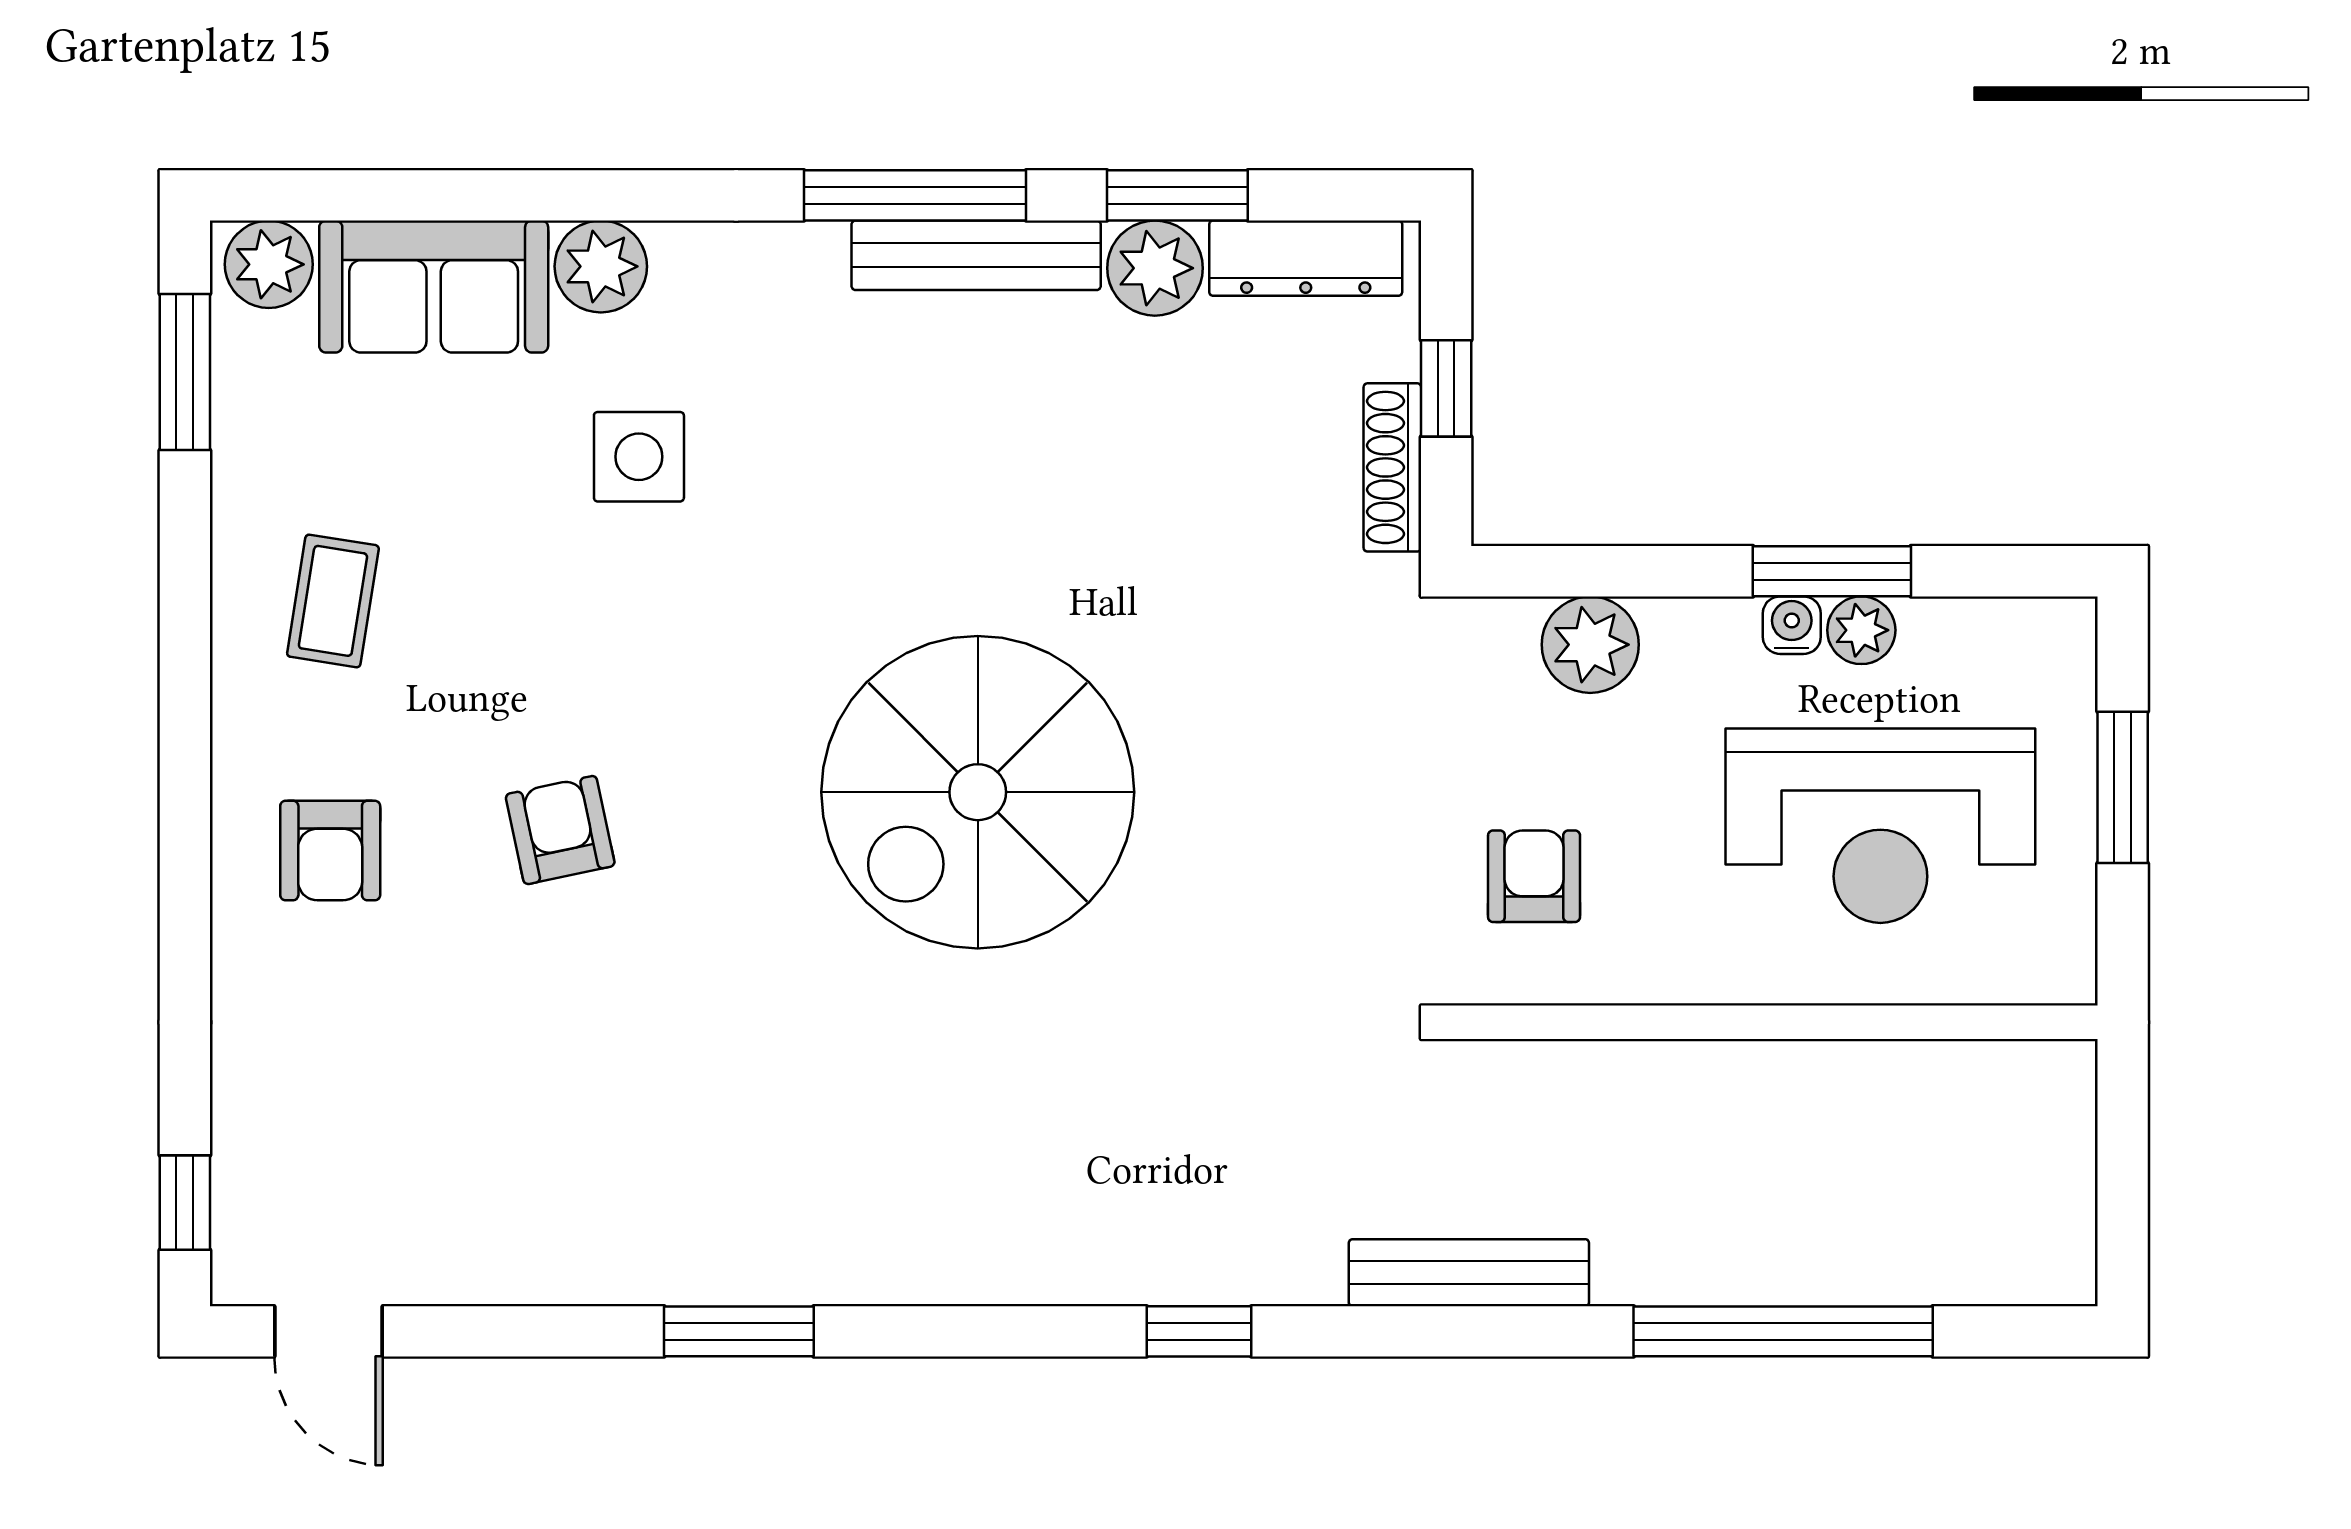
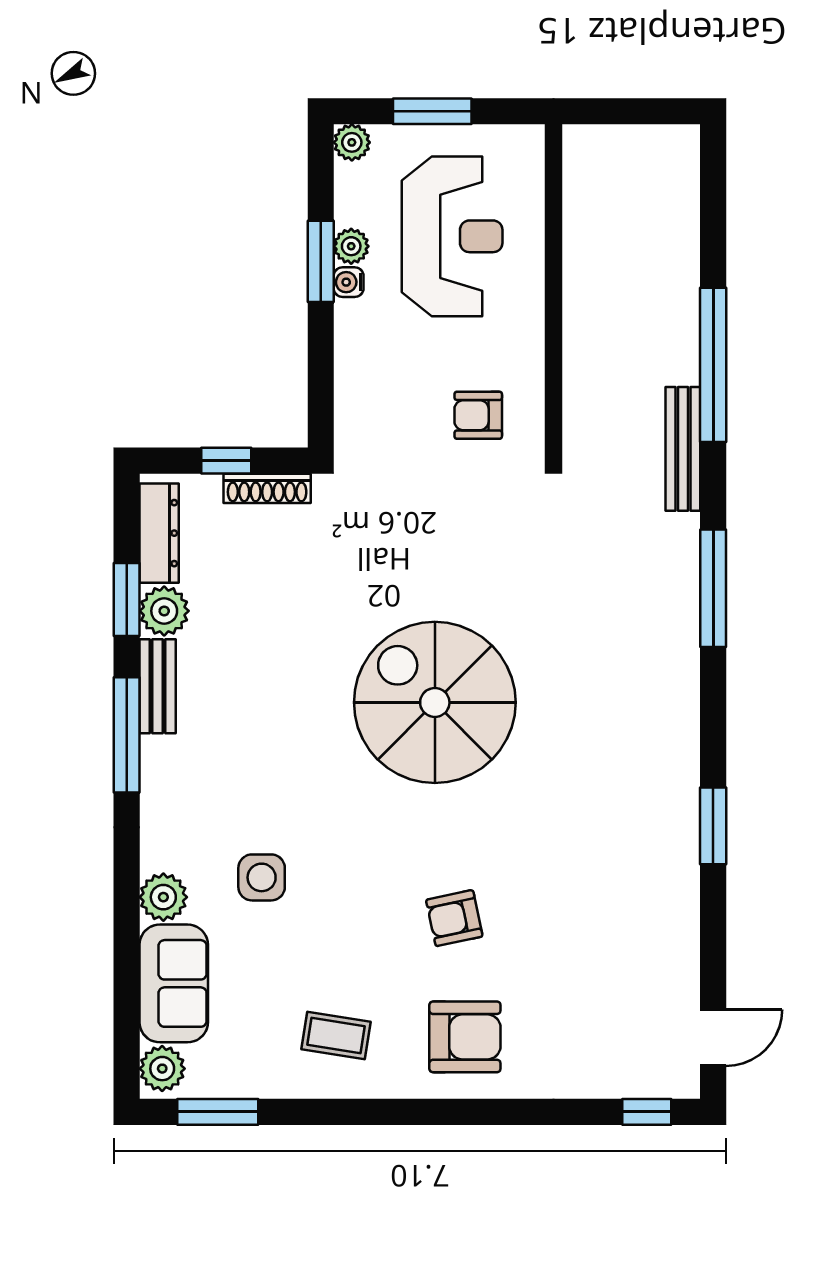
bench: (976, 255) -> (158, 686), width x0.73
plant: (1590, 645) -> (352, 142), moved, width x0.73, depth x0.73
spiral stairs: (978, 792) -> (435, 702), turned 180
armchair: (330, 851) -> (465, 1037), width x1.38, depth x1.38
window: (1199, 1331) -> (713, 588), width x2.17
window: (1783, 1331) -> (713, 365), moved

